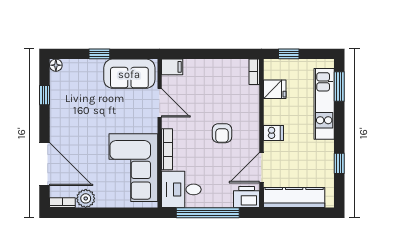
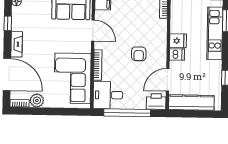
fridge: (275, 89) -> (178, 41), moved
fireplace: (57, 123) -> (17, 44), added

